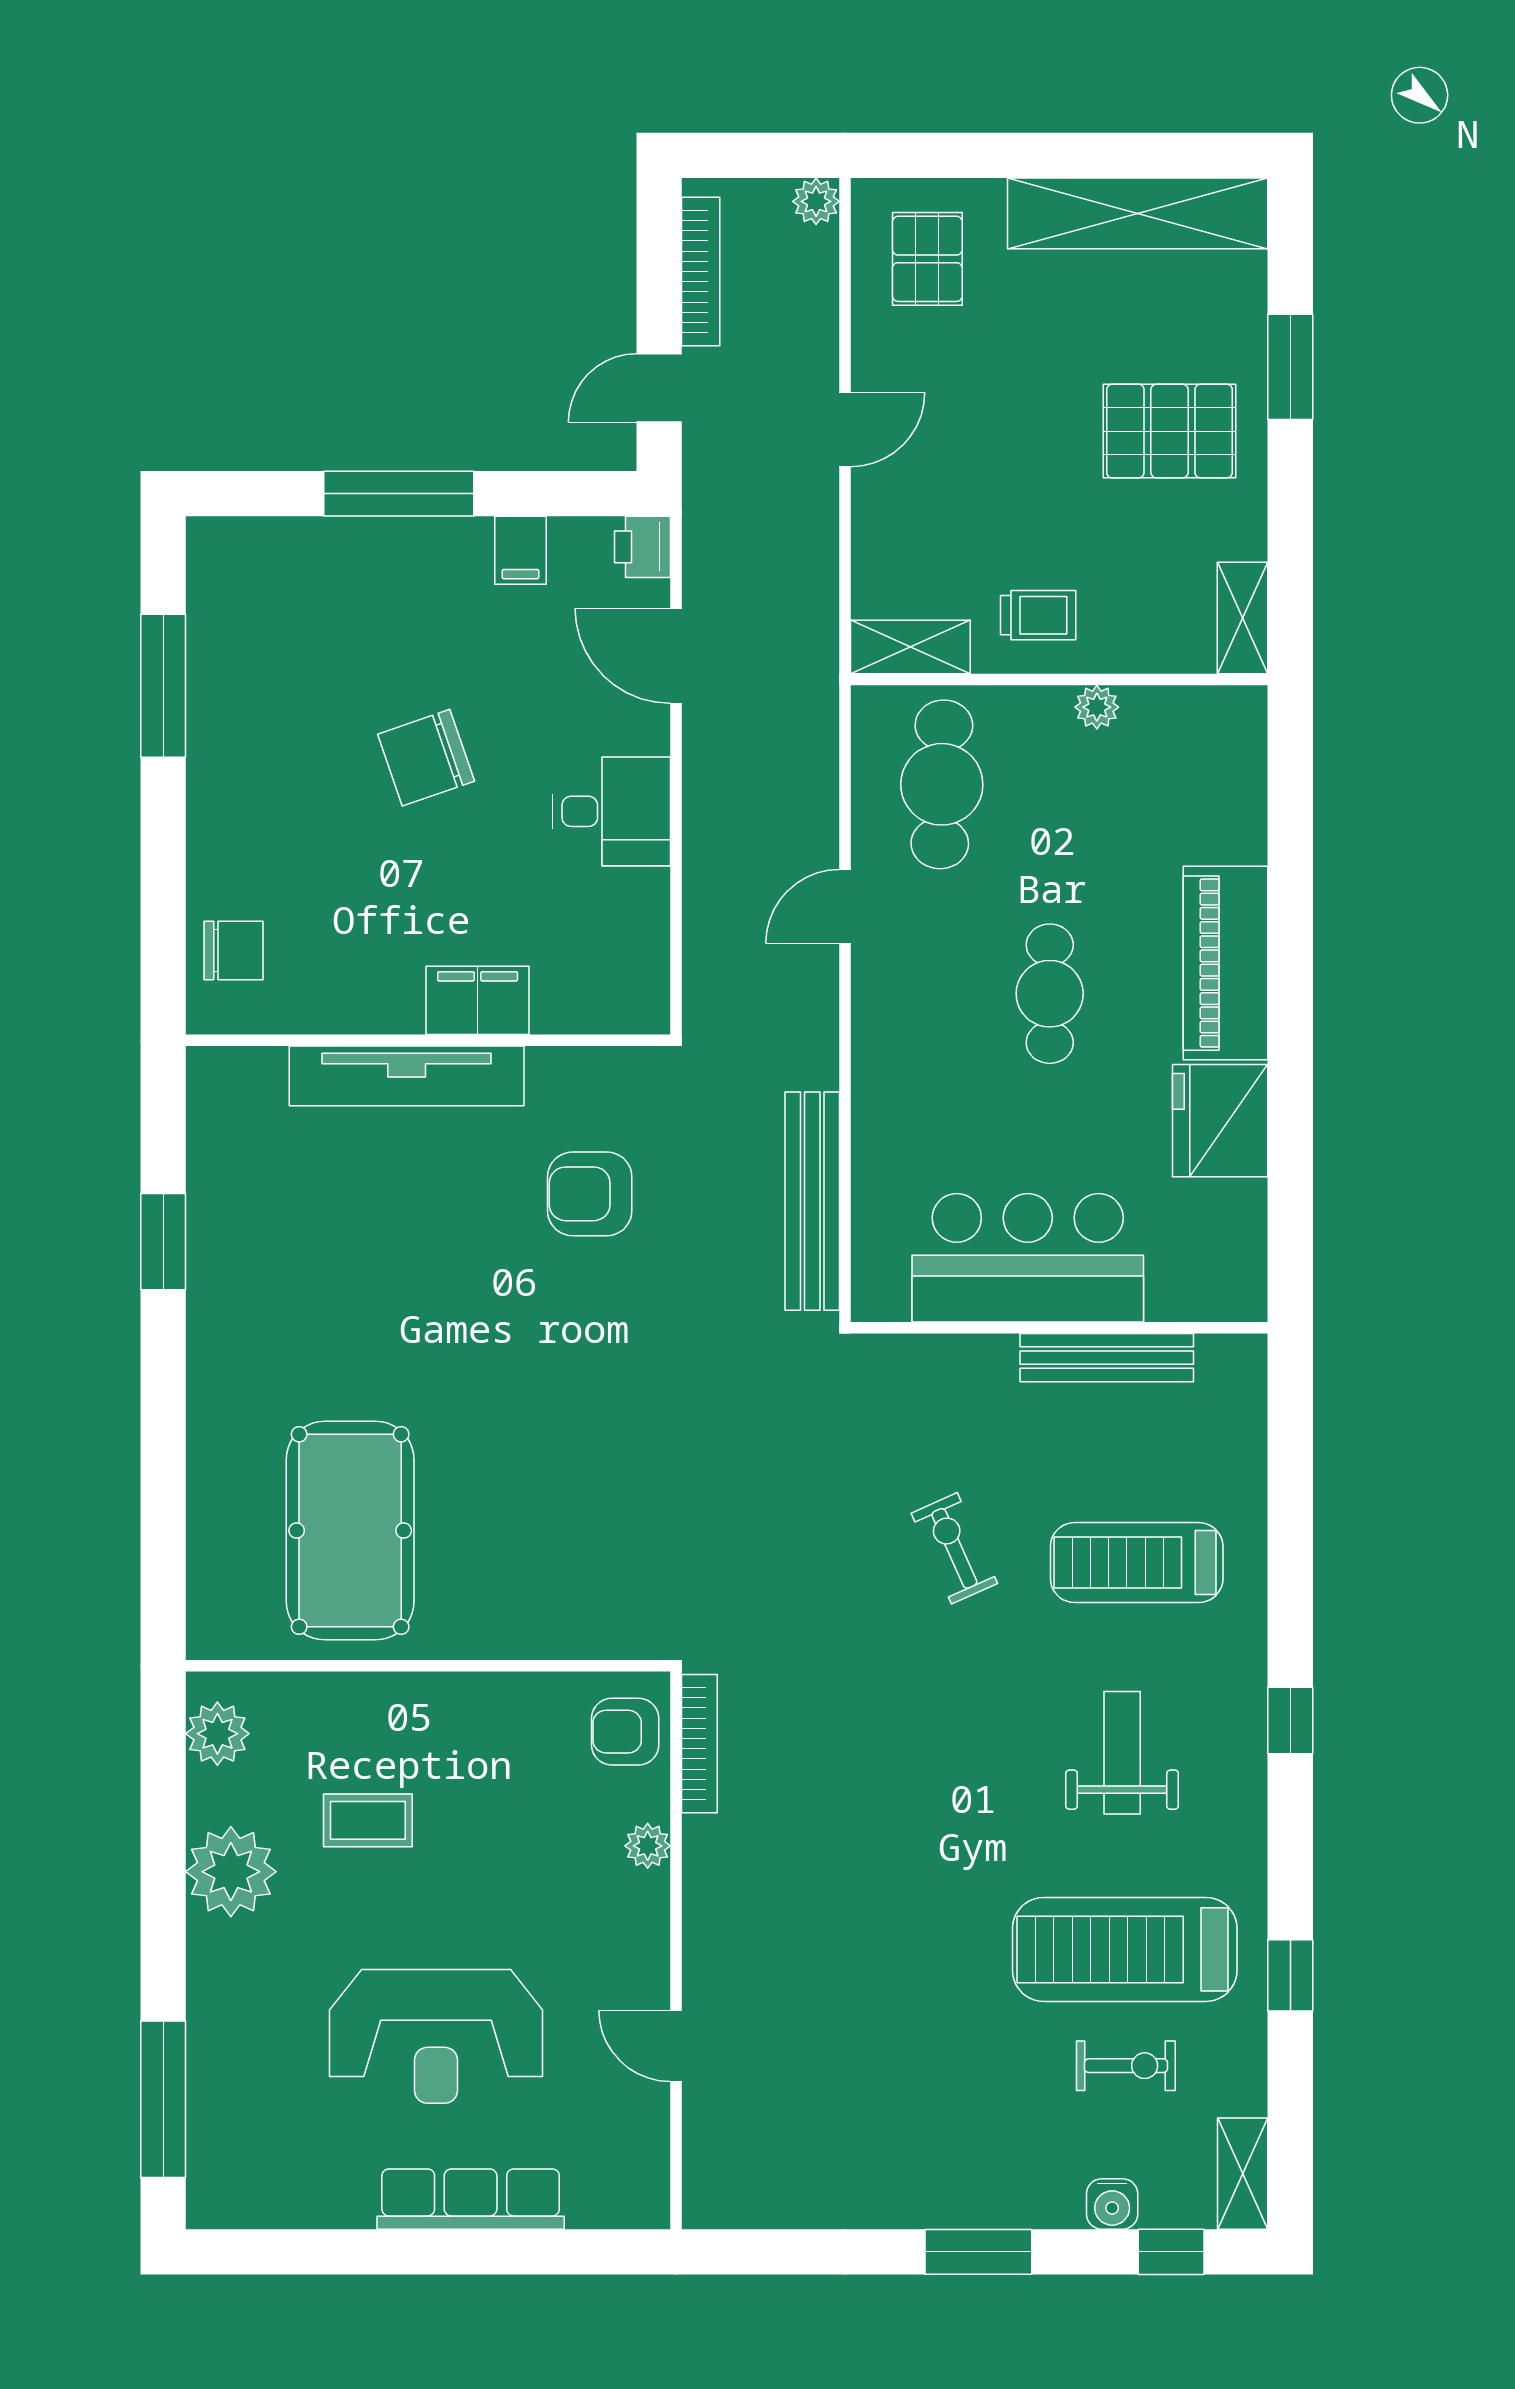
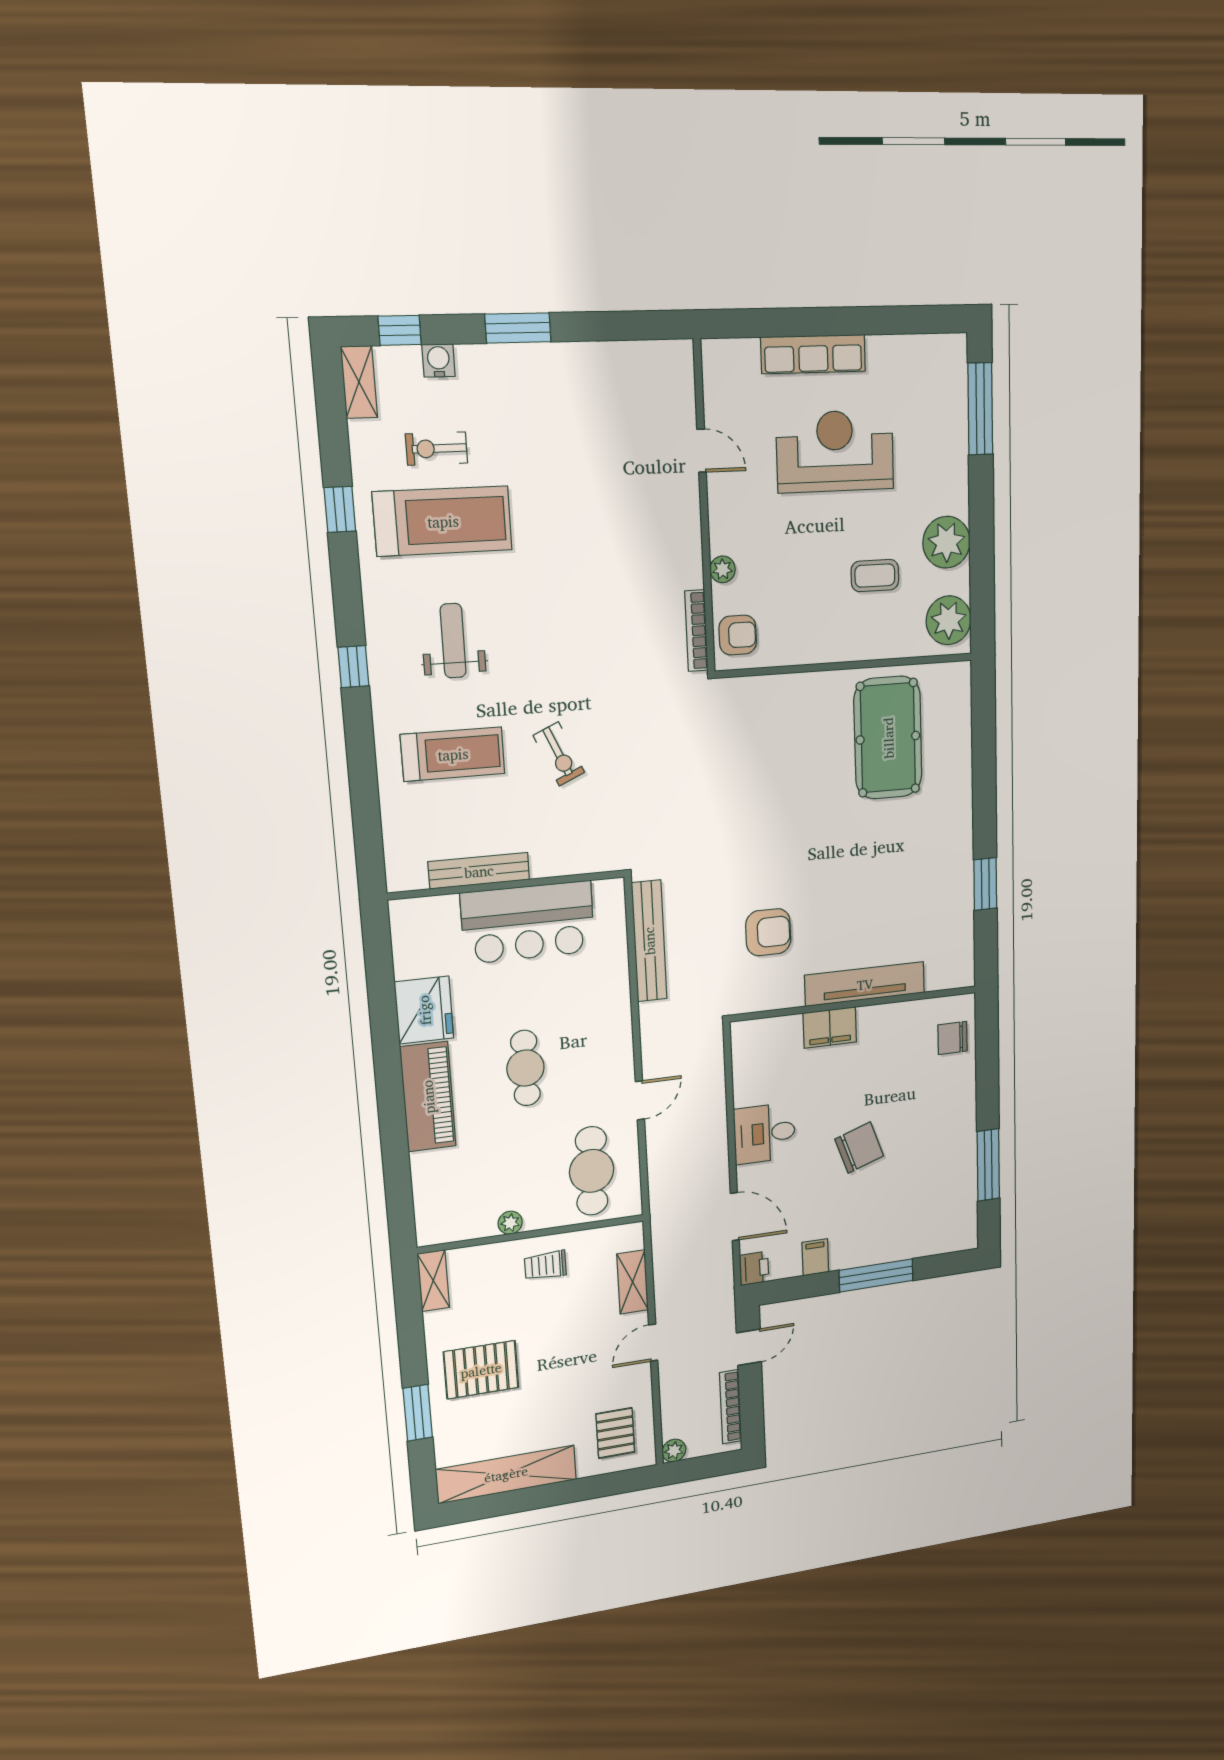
shelving: (910, 647) -> (633, 1282), moved, turned 90
plant: (217, 1734) -> (949, 620), width x1.36, depth x1.36
weight bench: (1122, 1753) -> (453, 641), turned 180

